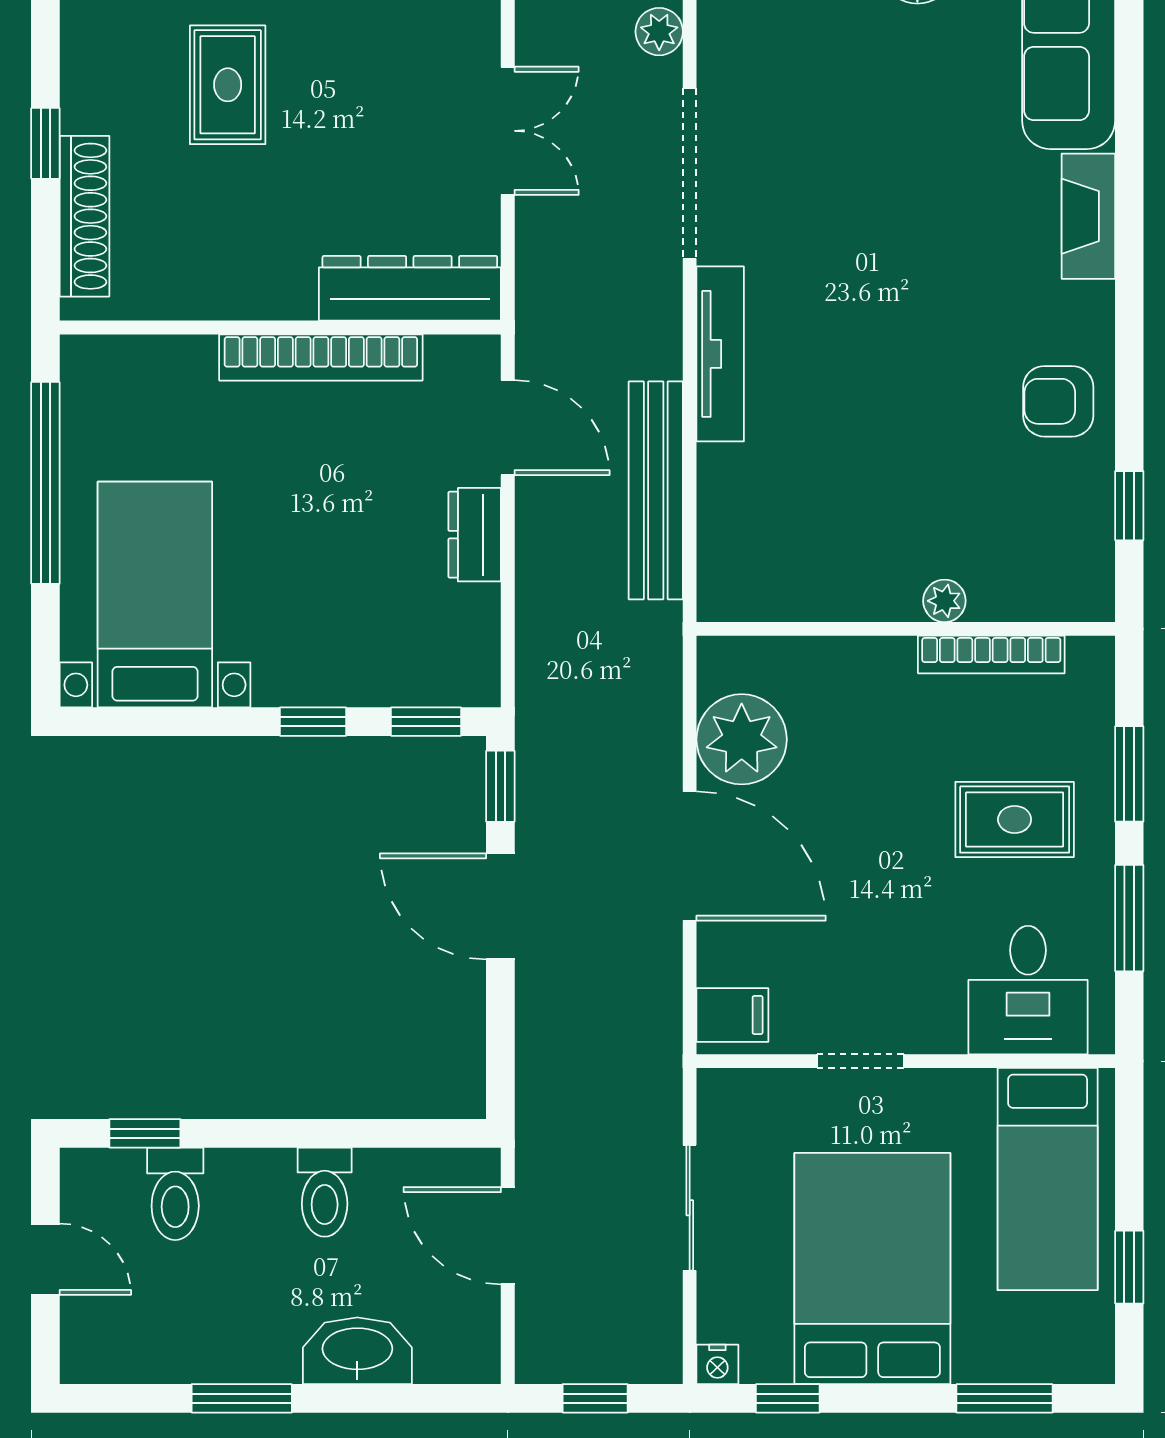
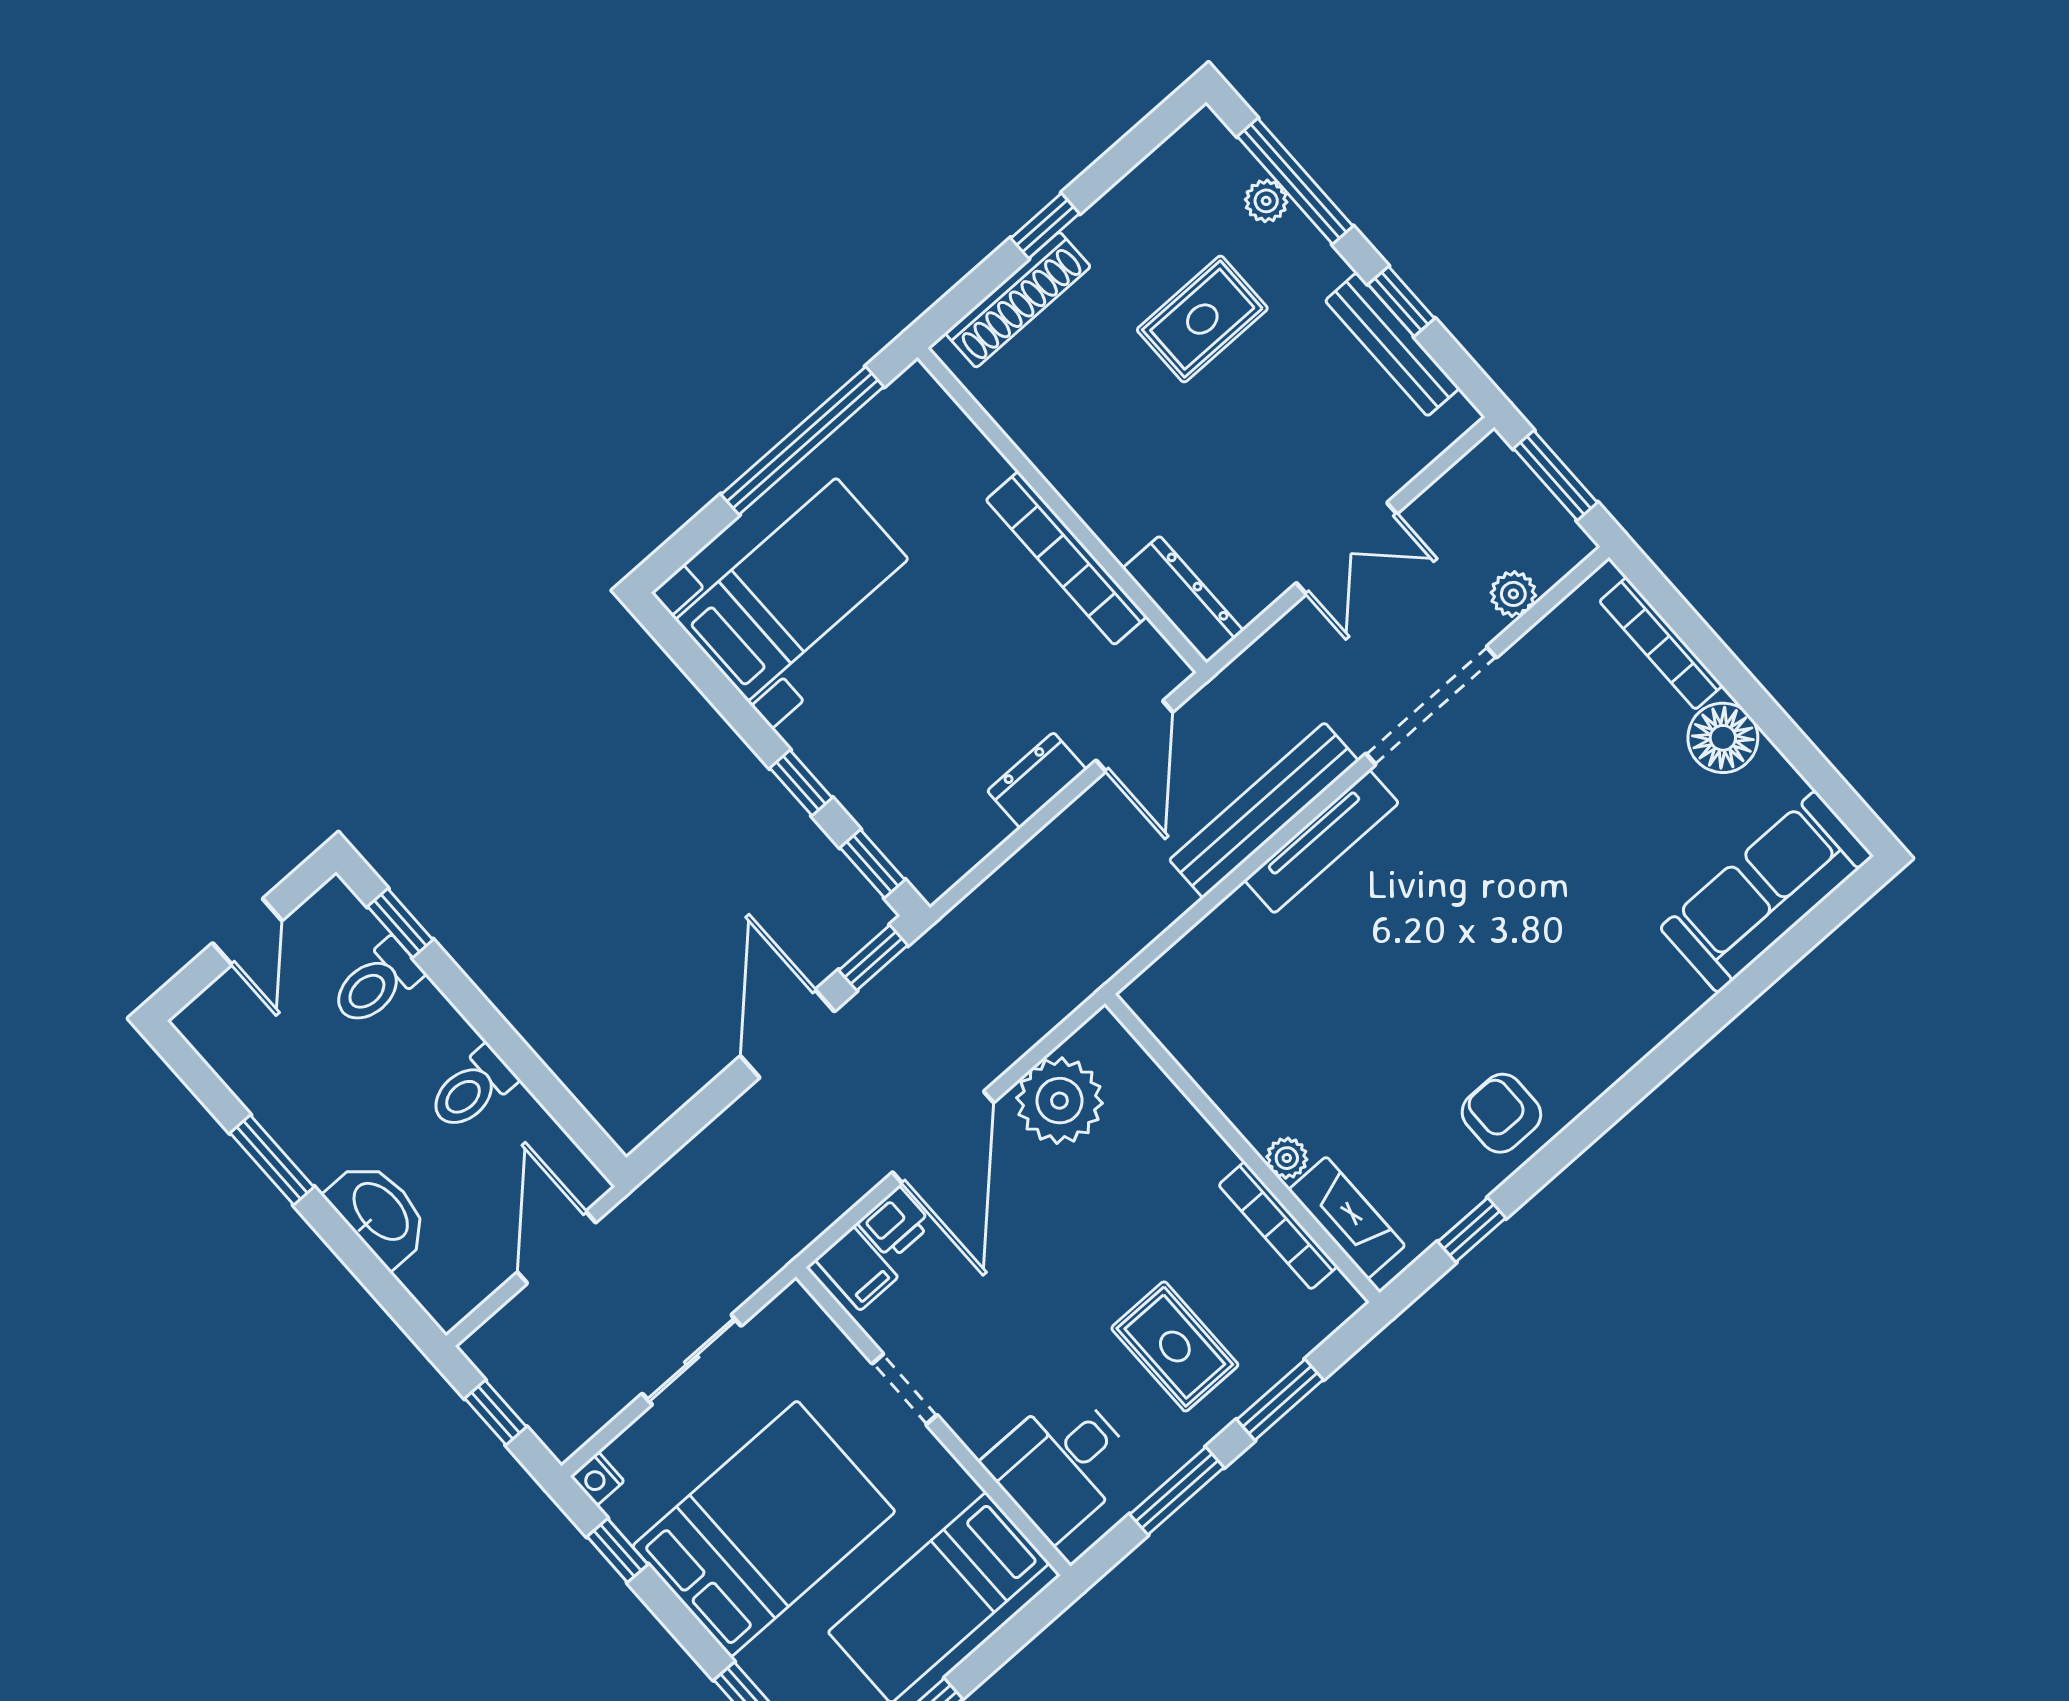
fireplace: (1088, 216) -> (1347, 1218), moved, turned 90
dresser: (410, 288) -> (1183, 599), width x0.73, depth x0.80
bench: (656, 490) -> (1264, 810), moved
printer: (724, 954) -> (895, 1223), added

